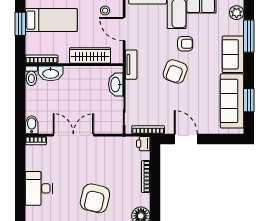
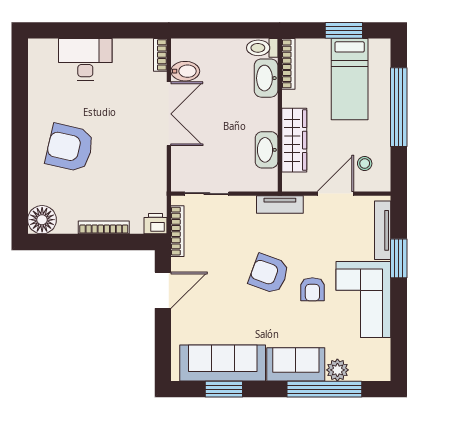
plant: (237, 13) -> (337, 370), moved
window: (249, 36) -> (324, 389), width x1.46
washbasin: (116, 84) -> (267, 150), moved, turned -90
bidet: (32, 125) -> (185, 71), moved

